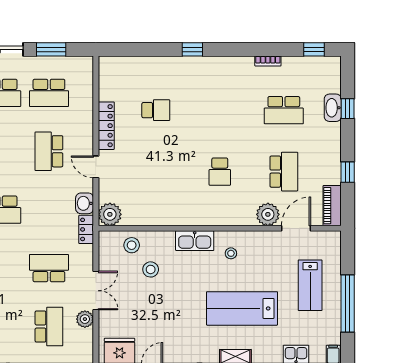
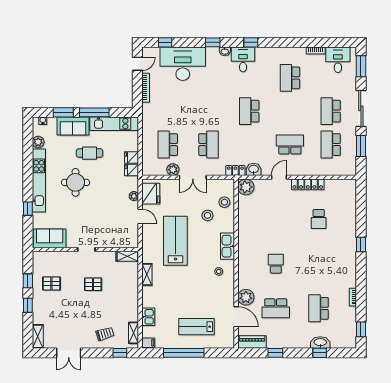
school desk: (220, 172) -> (276, 264), turned 90
lab bench: (242, 308) -> (175, 241), moved
school desk: (49, 327) -> (168, 145), turned 90

